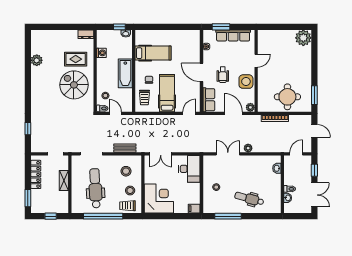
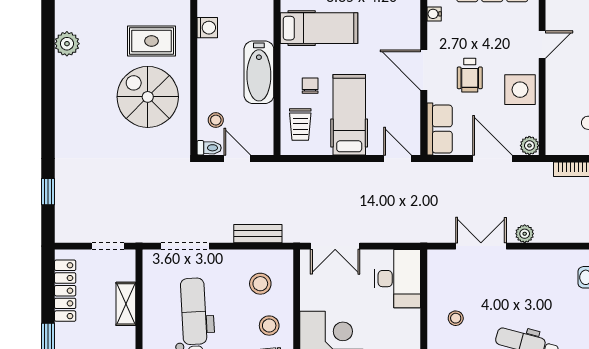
door: (189, 113) -> (398, 158), hinge flipped

